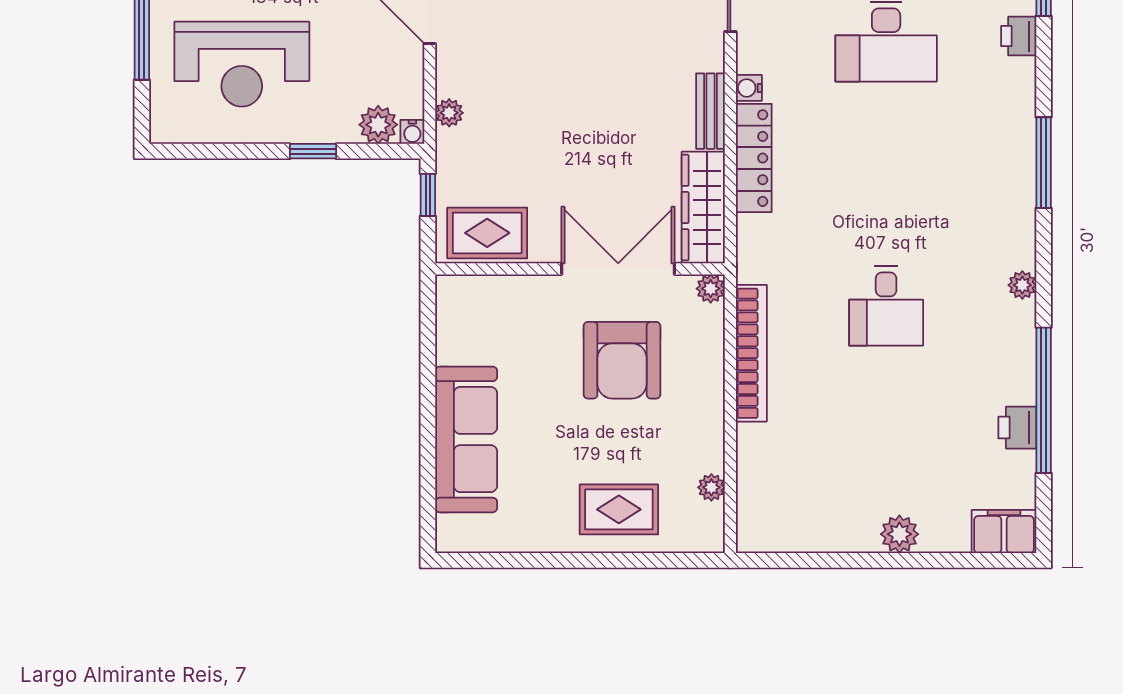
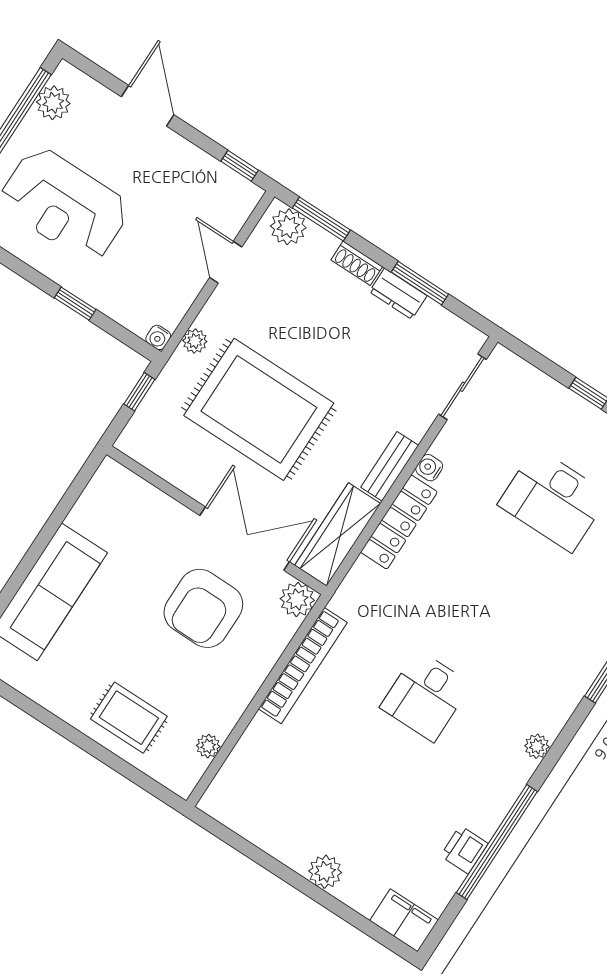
plant: (378, 125) -> (136, 316), removed
rug: (487, 233) -> (259, 409), moved, width x1.86, depth x2.06
plant: (711, 289) -> (297, 599), width x1.38, depth x1.38

